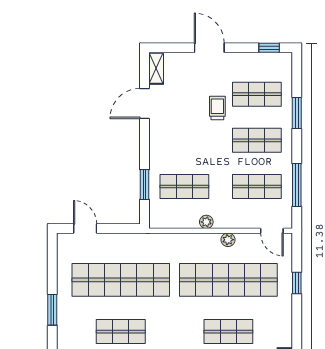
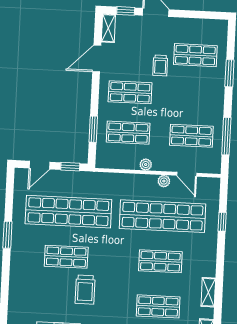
window: (269, 48) -> (126, 11), moved
trolley: (217, 108) -> (160, 65), turned 180
shop shelf: (257, 140) -> (130, 92), moved
door: (85, 228) -> (39, 165), swing flipped
window: (120, 228) -> (70, 167), added
door: (272, 231) -> (187, 174), moved

